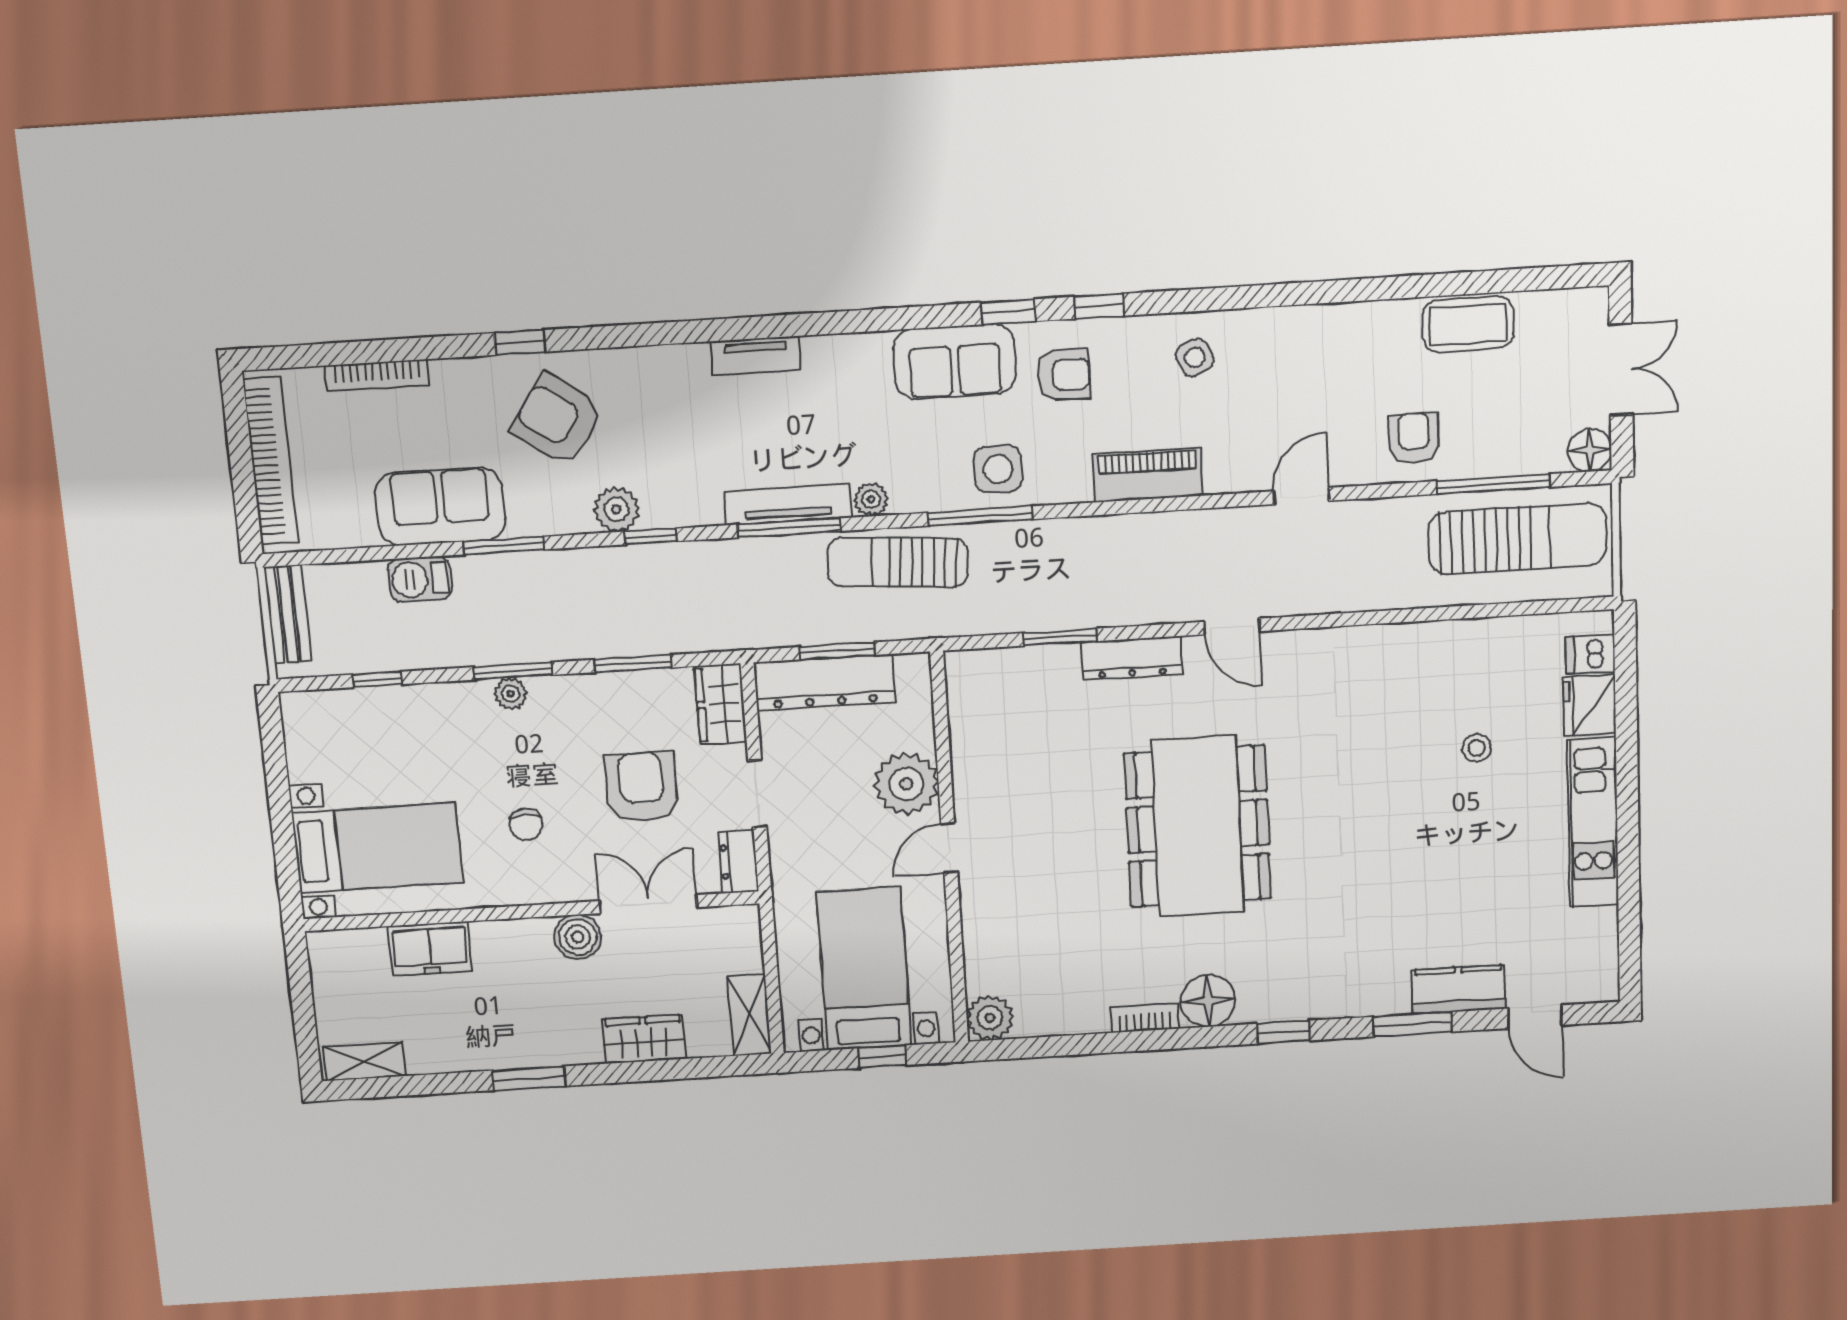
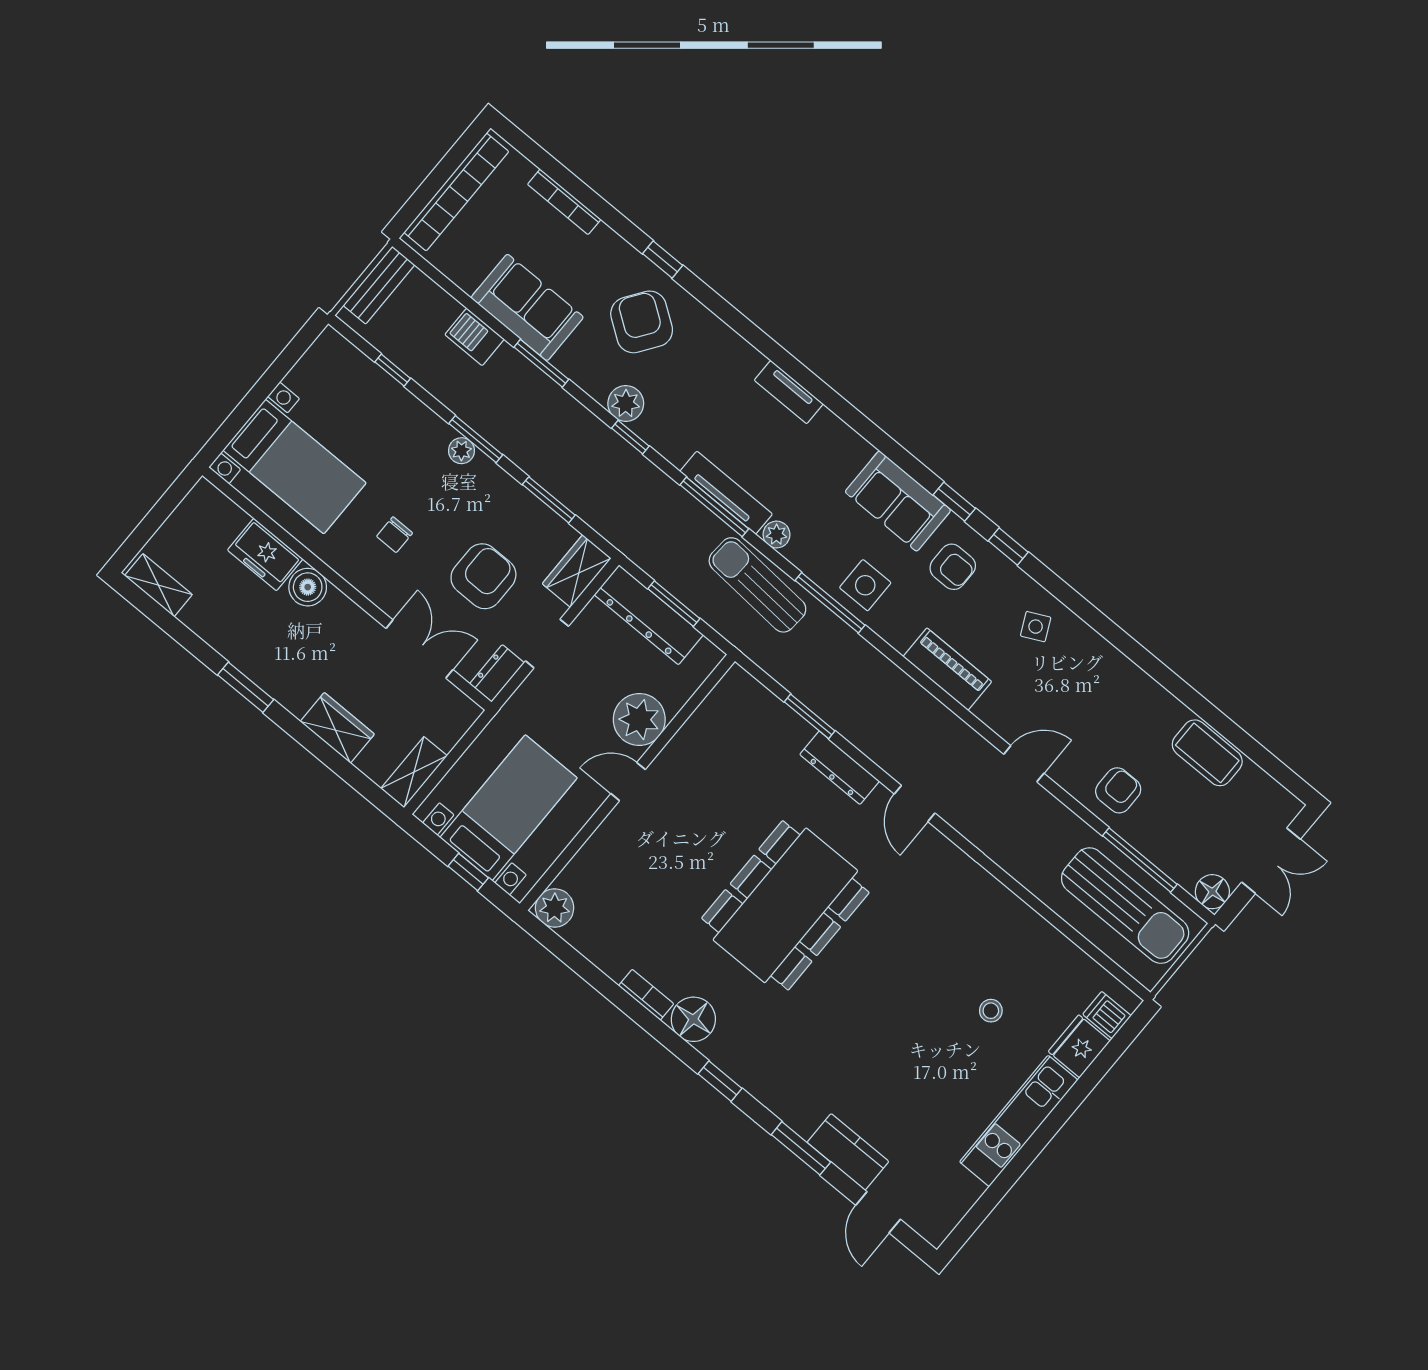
boiler: (578, 937) -> (308, 587), moved

